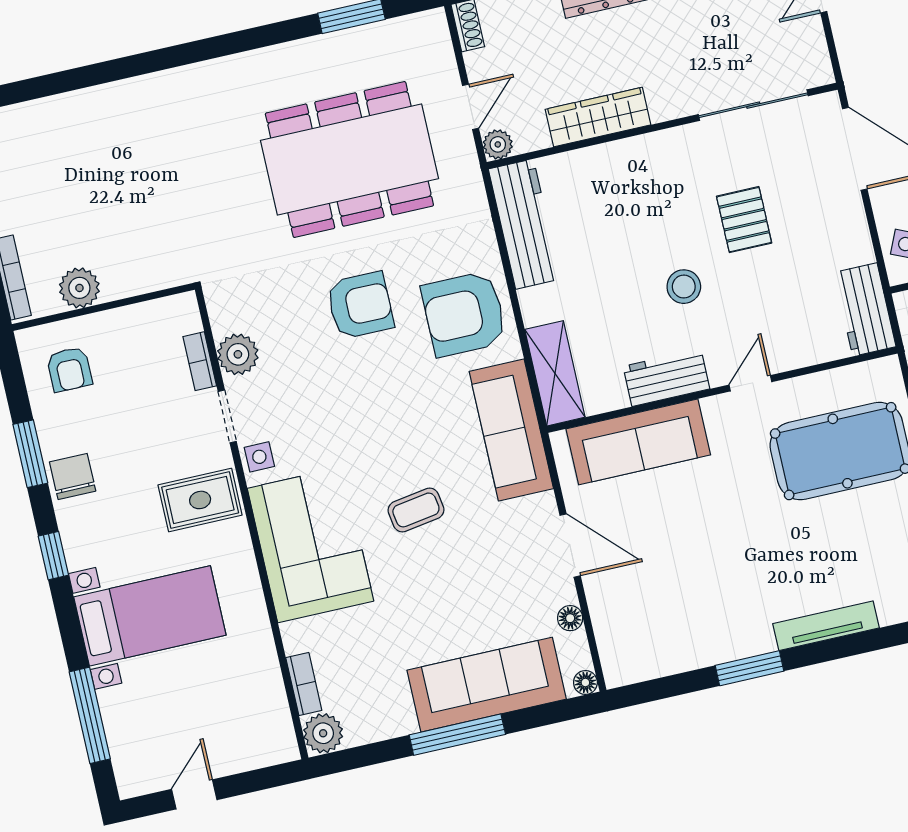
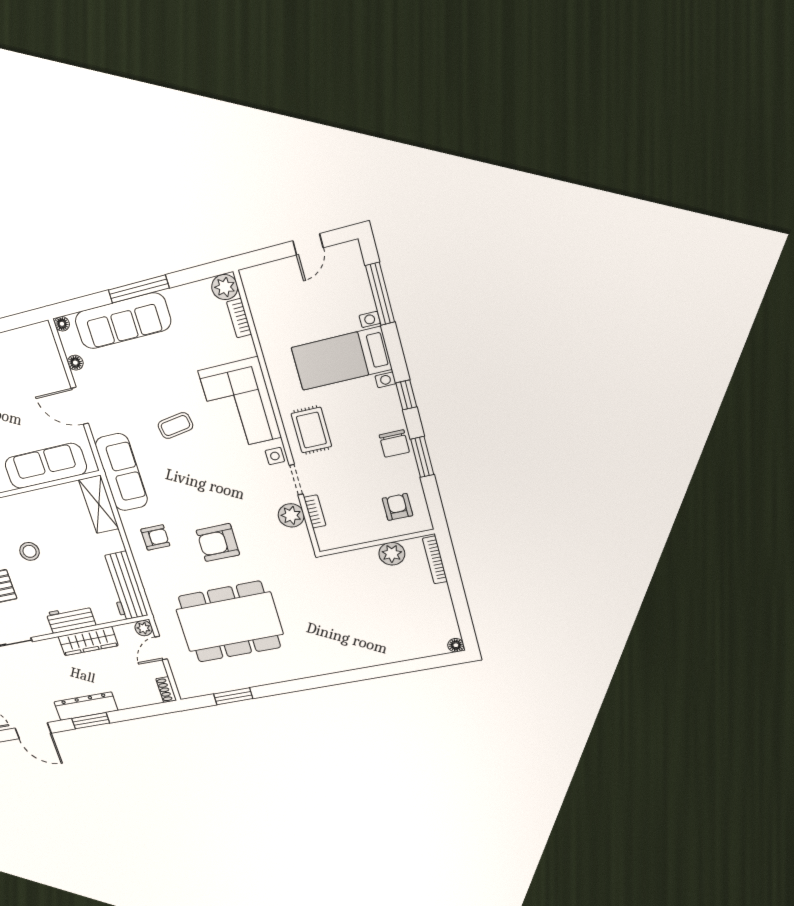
armchair: (464, 314) -> (155, 537), width x0.53, depth x0.53
workbench: (666, 378) -> (71, 619), moved, turned 180
rug: (200, 500) -> (311, 430), turned 90

